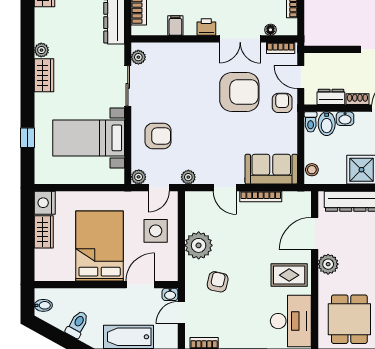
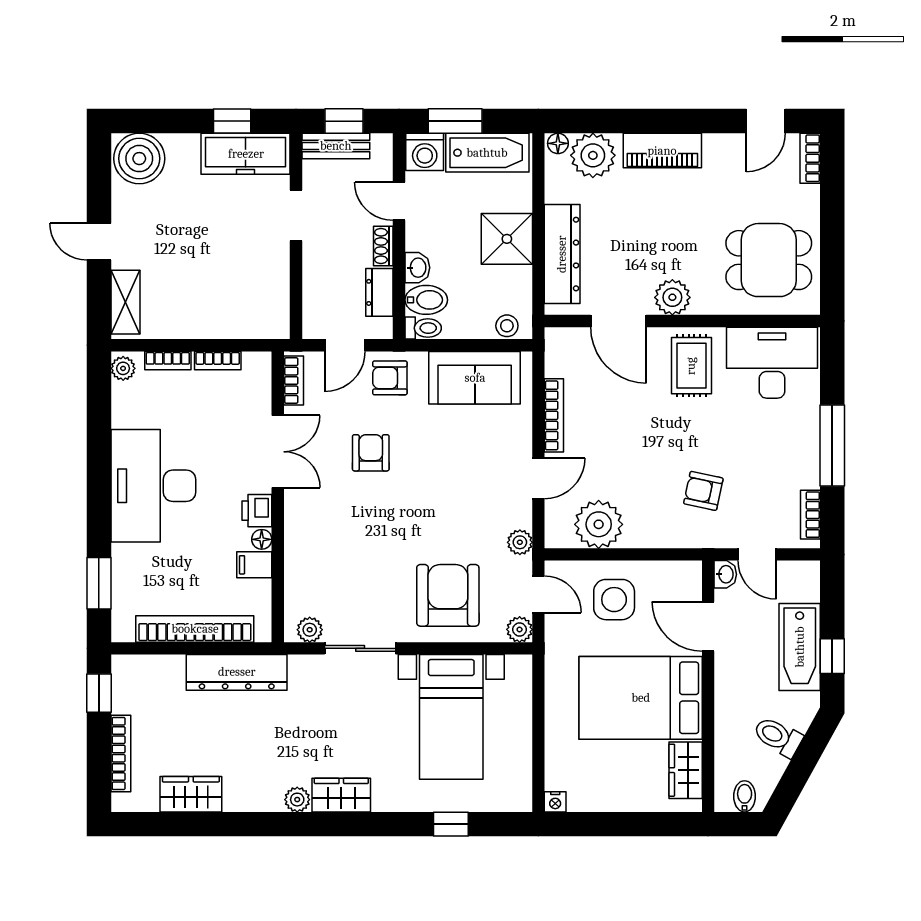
floor lamp: (270, 30) -> (262, 539), moved
armchair: (239, 92) -> (371, 453), width x0.53, depth x0.53
armchair: (158, 136) -> (448, 595), width x1.36, depth x1.36
sofa: (271, 169) -> (475, 378), moved, turned -90
nightstand: (45, 203) -> (555, 802), width x0.53, depth x0.56
wardrobe: (44, 232) -> (686, 770), moved, turned -90
plant: (199, 245) -> (599, 524), moved

